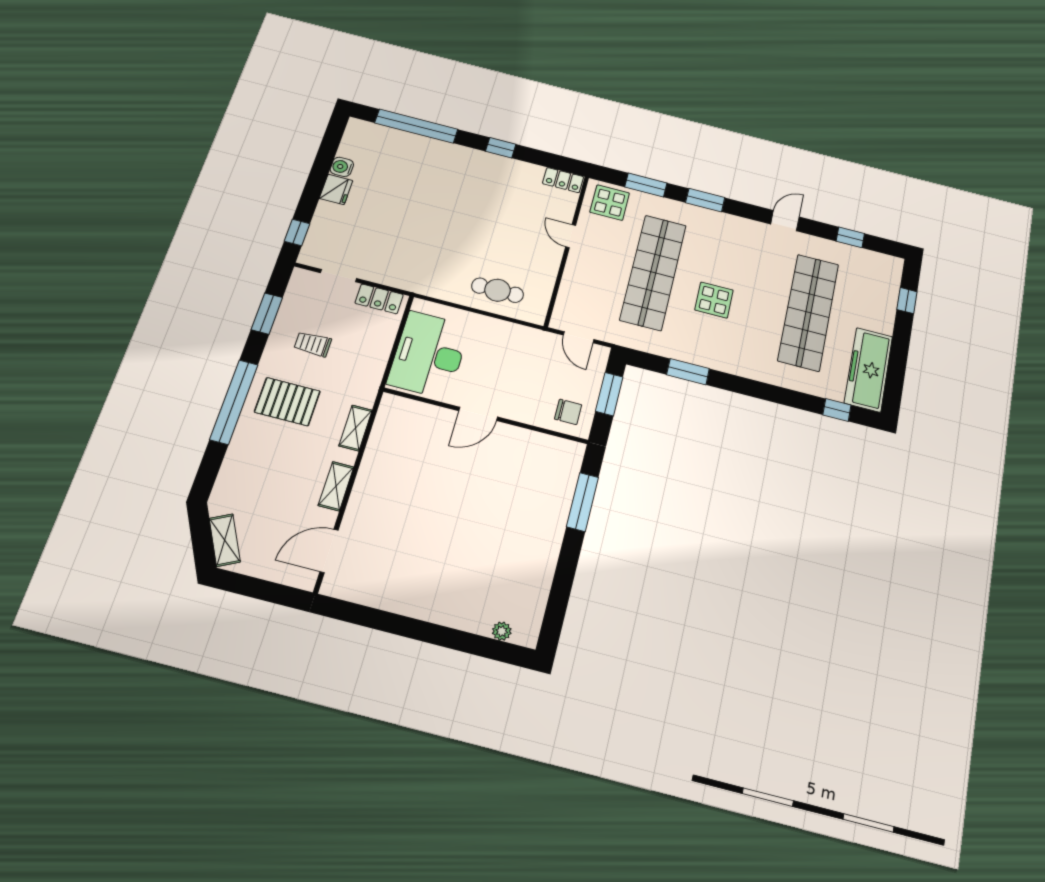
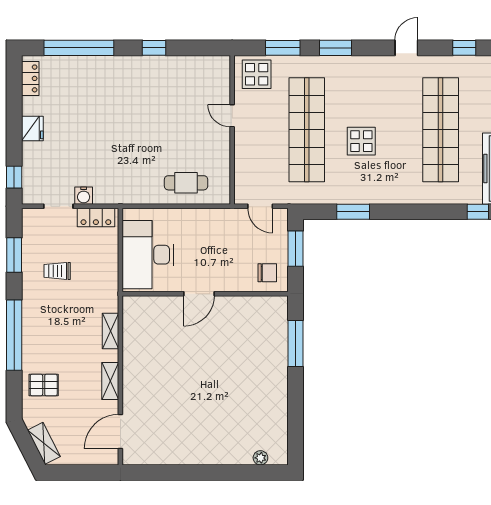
water cooler: (342, 167) -> (84, 196), moved, turned -90
locker: (563, 180) -> (30, 78), moved, turned -90
pallet: (287, 402) -> (44, 385), moved, width x0.67, depth x0.71

